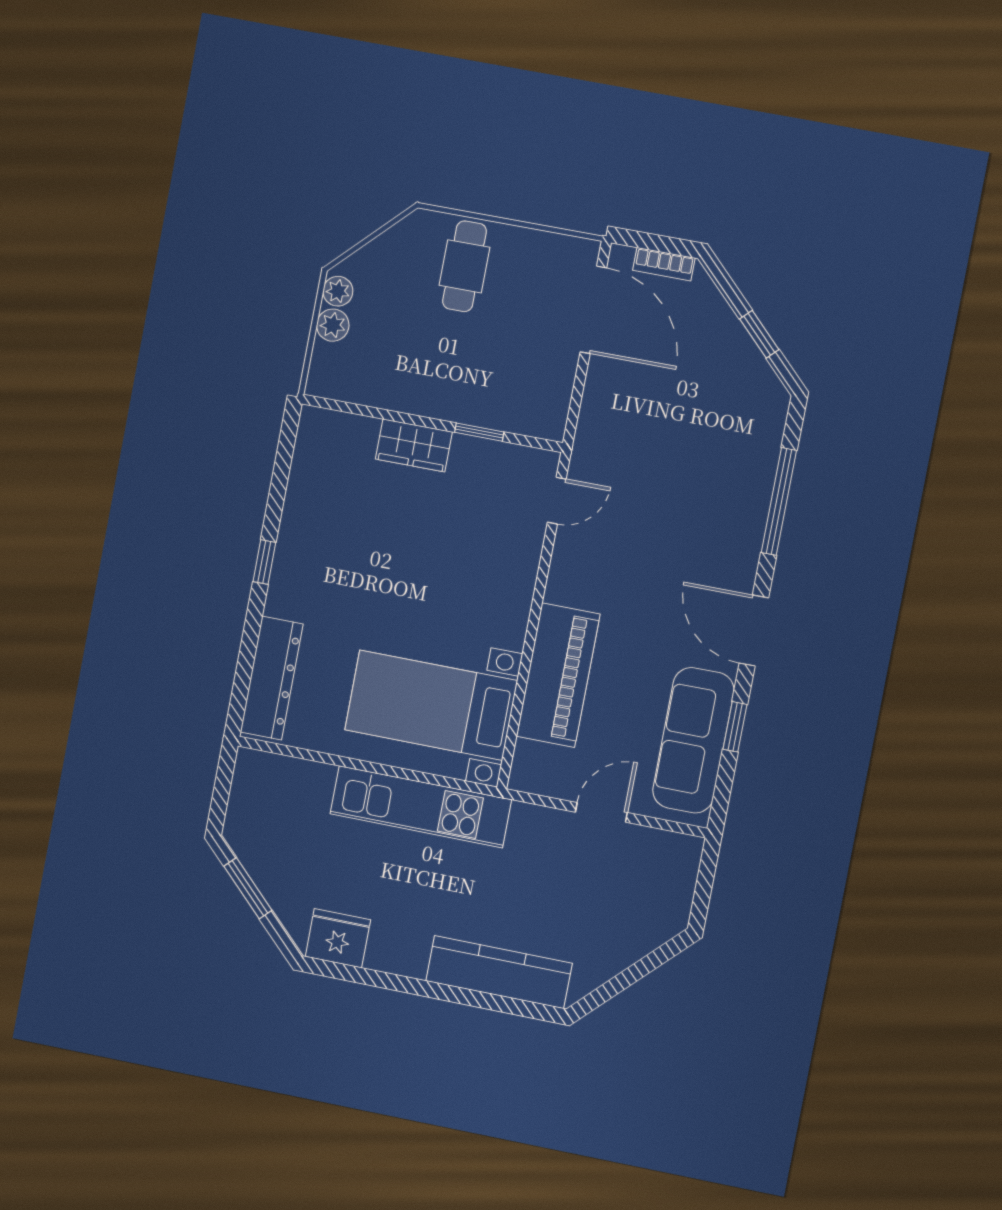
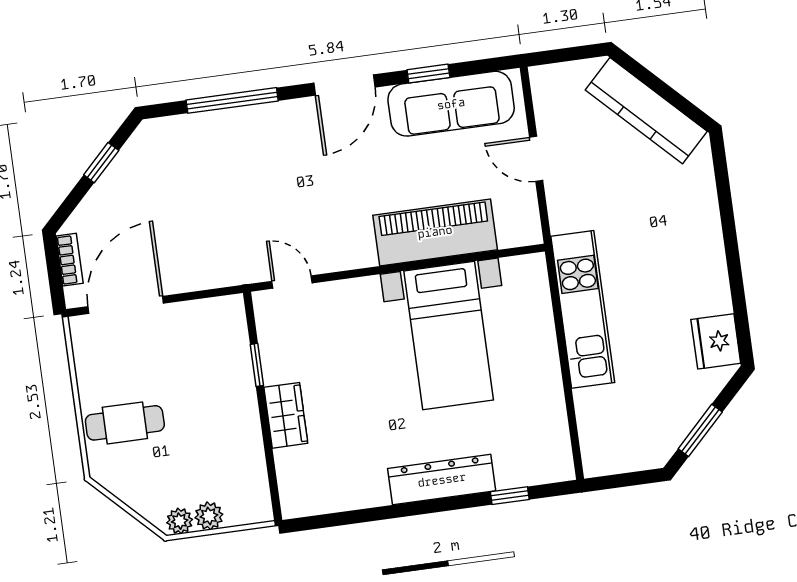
window: (264, 562) -> (510, 496), moved
dresser: (272, 678) -> (442, 480), moved
bed with nightstands: (431, 705) -> (449, 336), moved
kitchen counter: (499, 972) -> (646, 111), moved, turned -45

